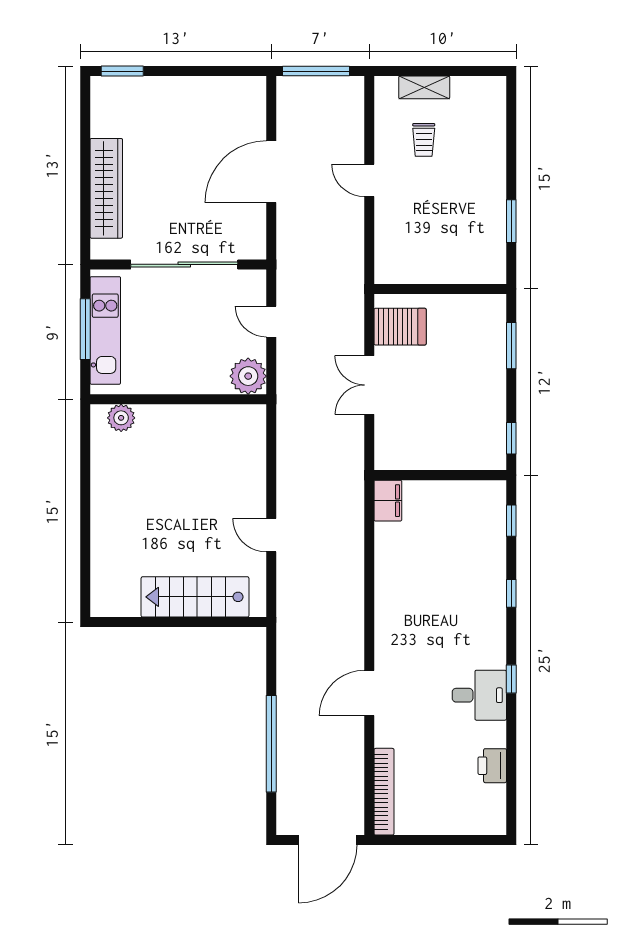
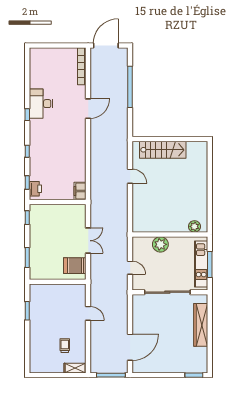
shelving: (424, 87) -> (75, 368), moved
door: (271, 172) -> (130, 347), moved
door: (369, 180) -> (88, 313), moved
plant: (248, 376) -> (160, 244), moved
desk: (479, 695) -> (41, 104), width x1.37
printer: (492, 766) -> (35, 189), moved

